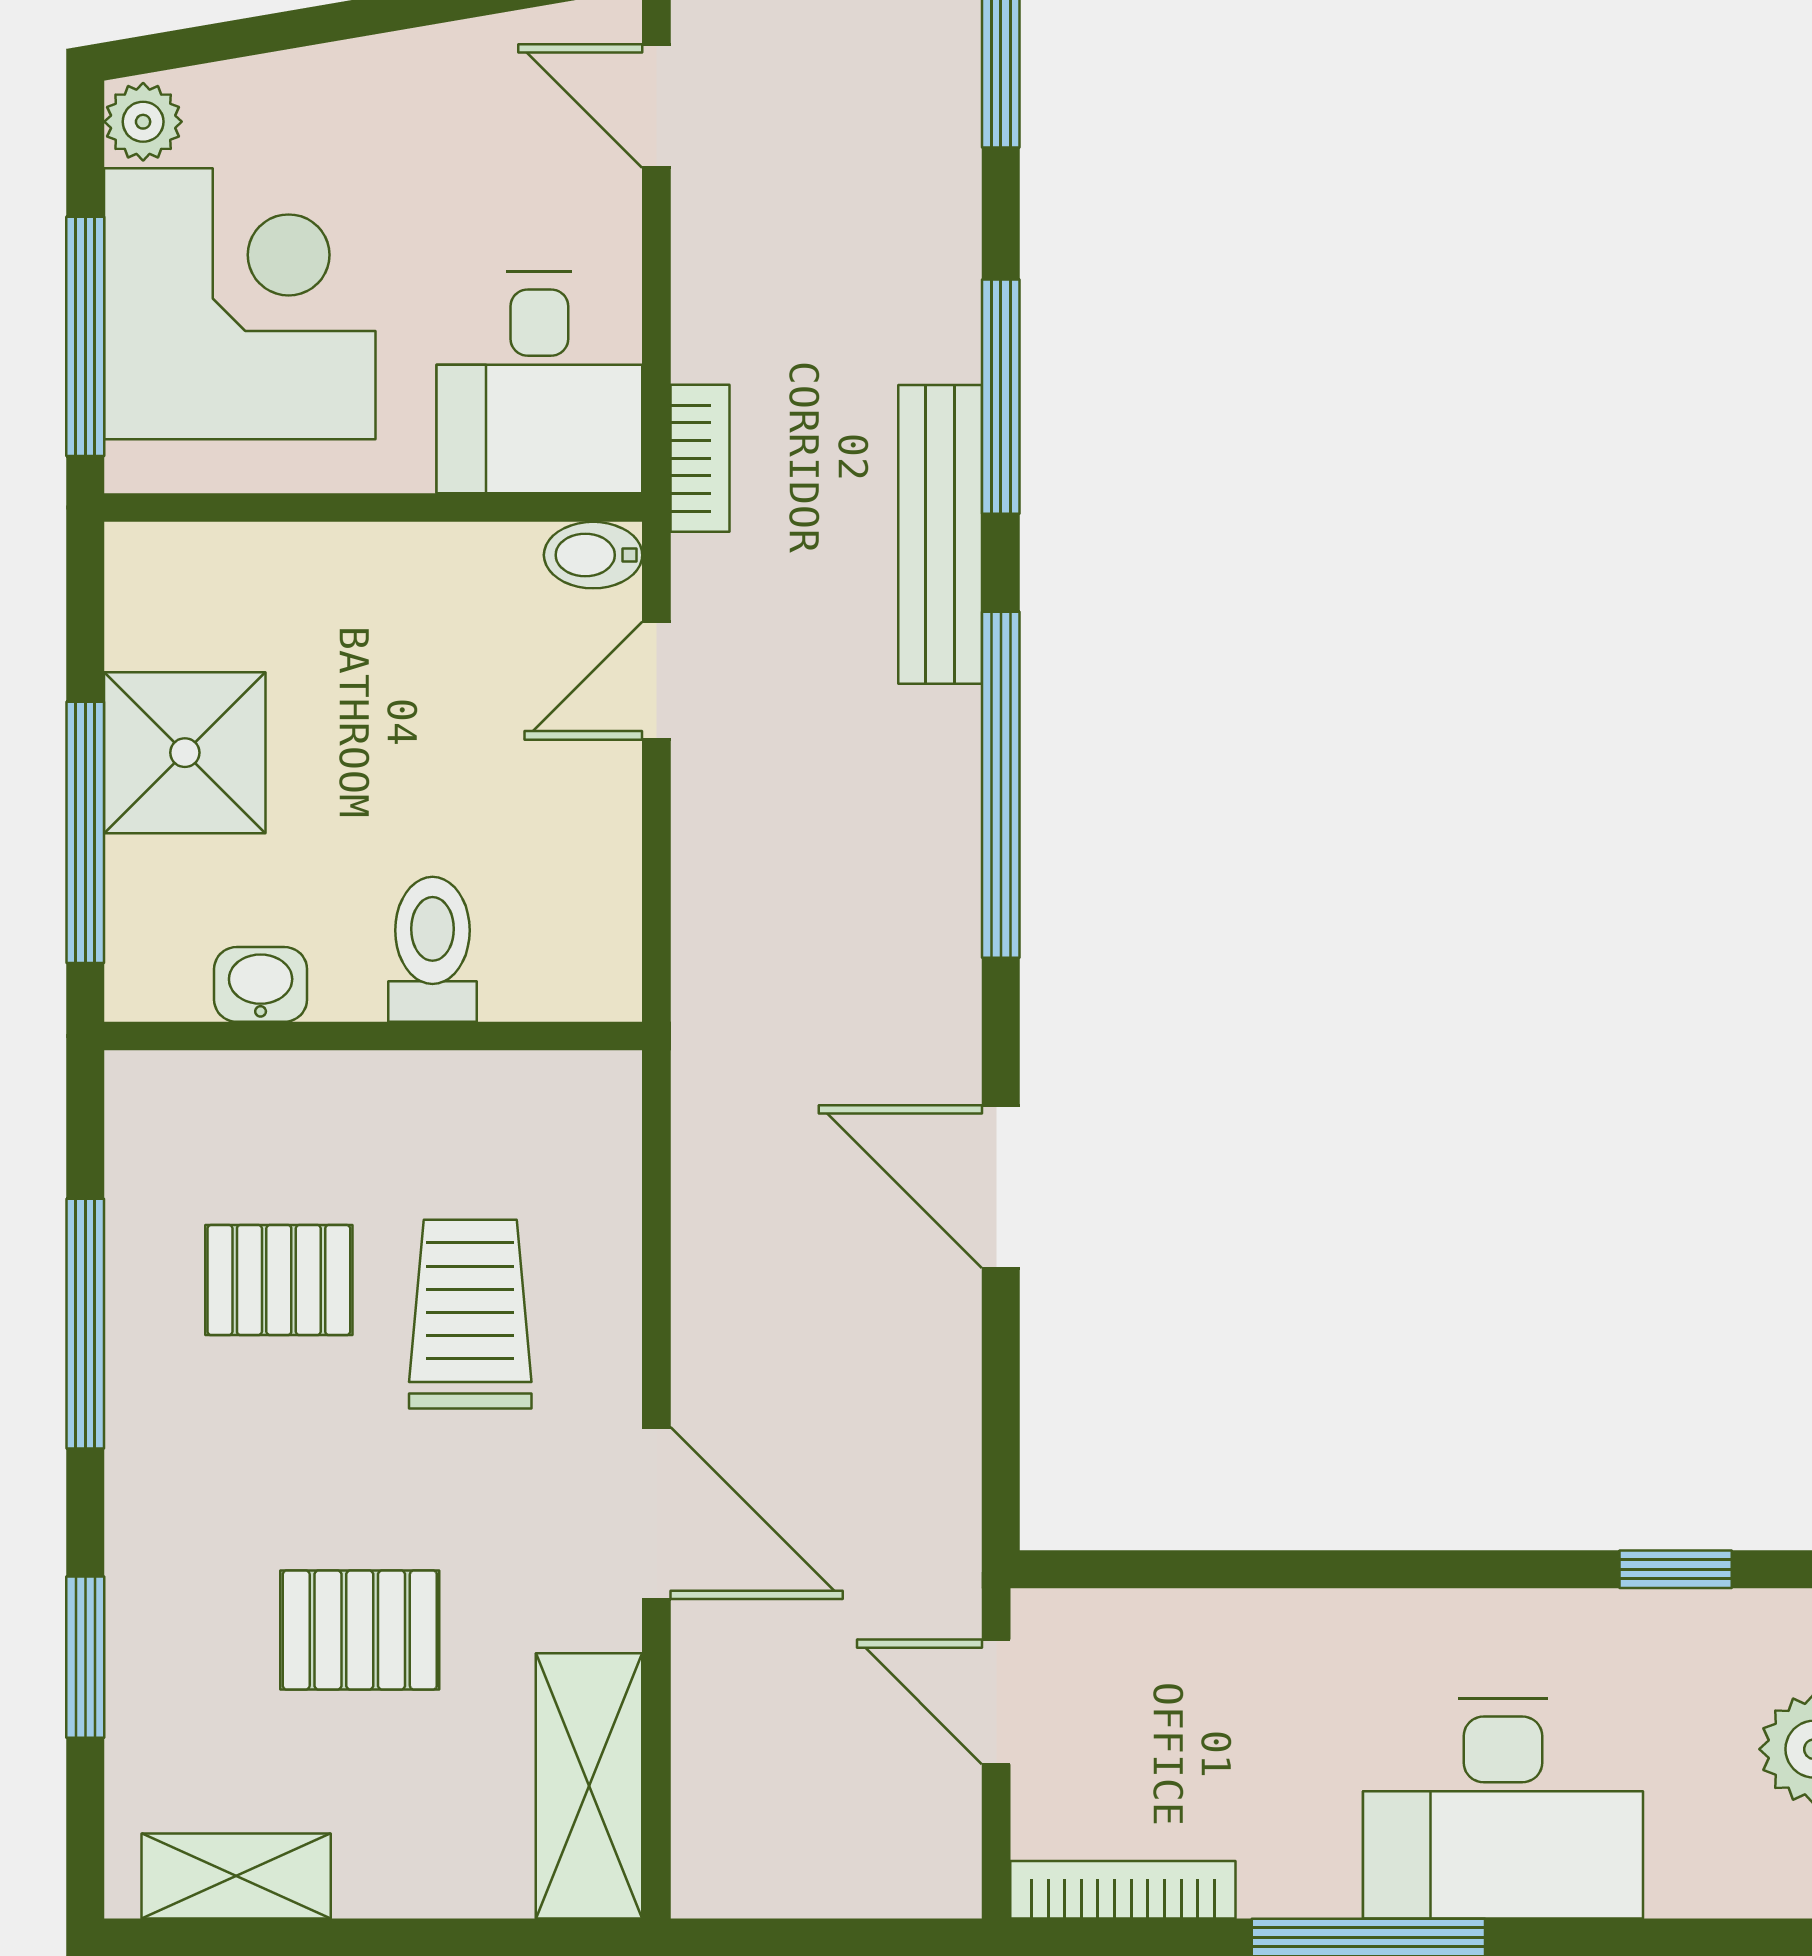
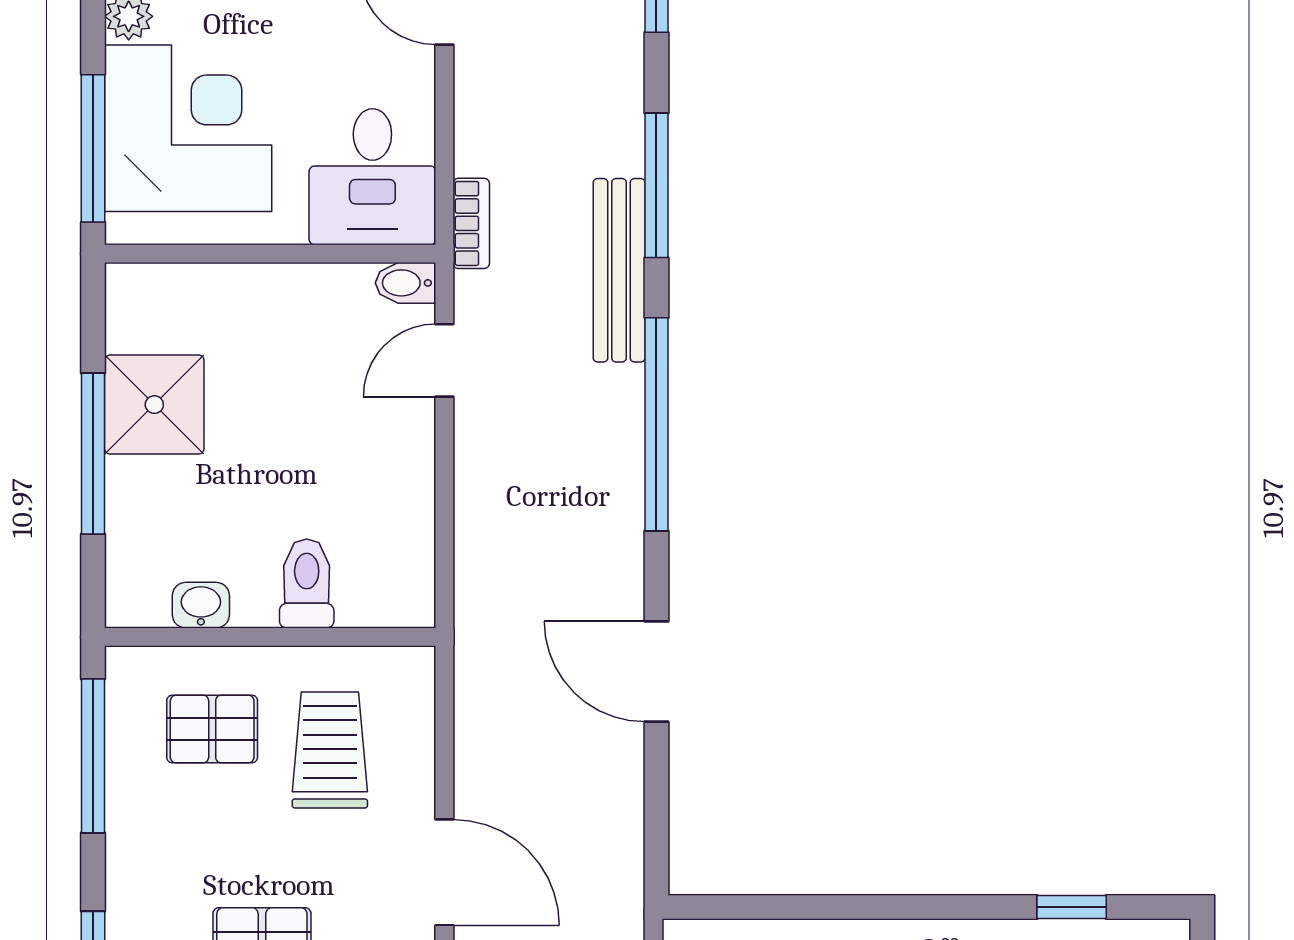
toilet: (432, 949) -> (307, 584), moved
washbasin: (261, 984) -> (201, 605), moved
wall: (373, 1036) -> (270, 637), moved

